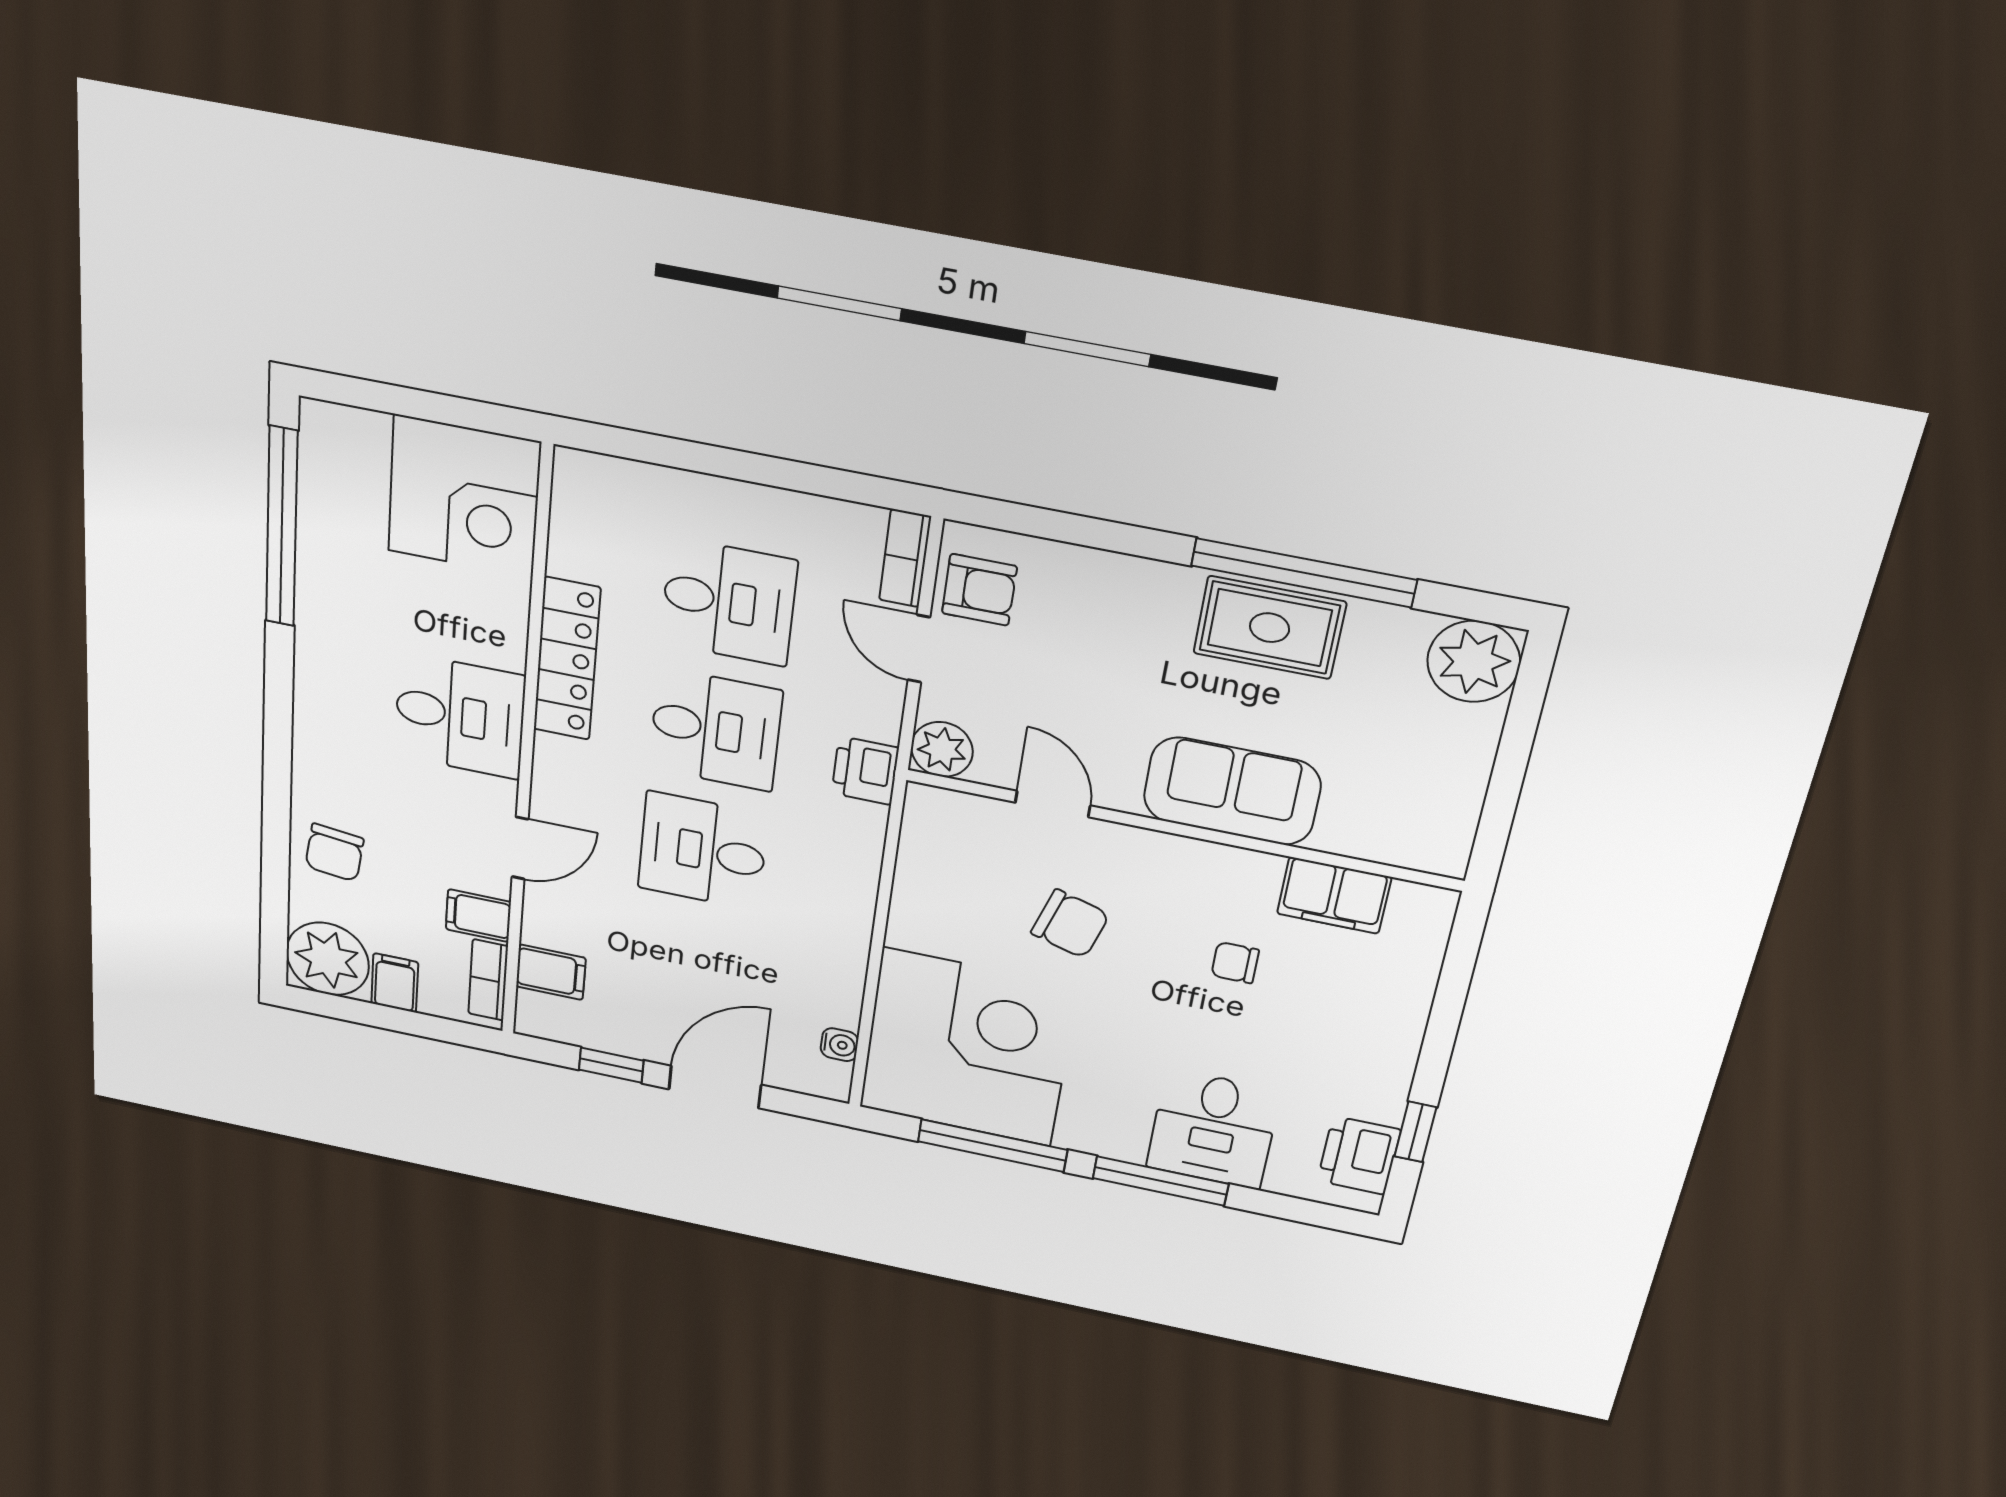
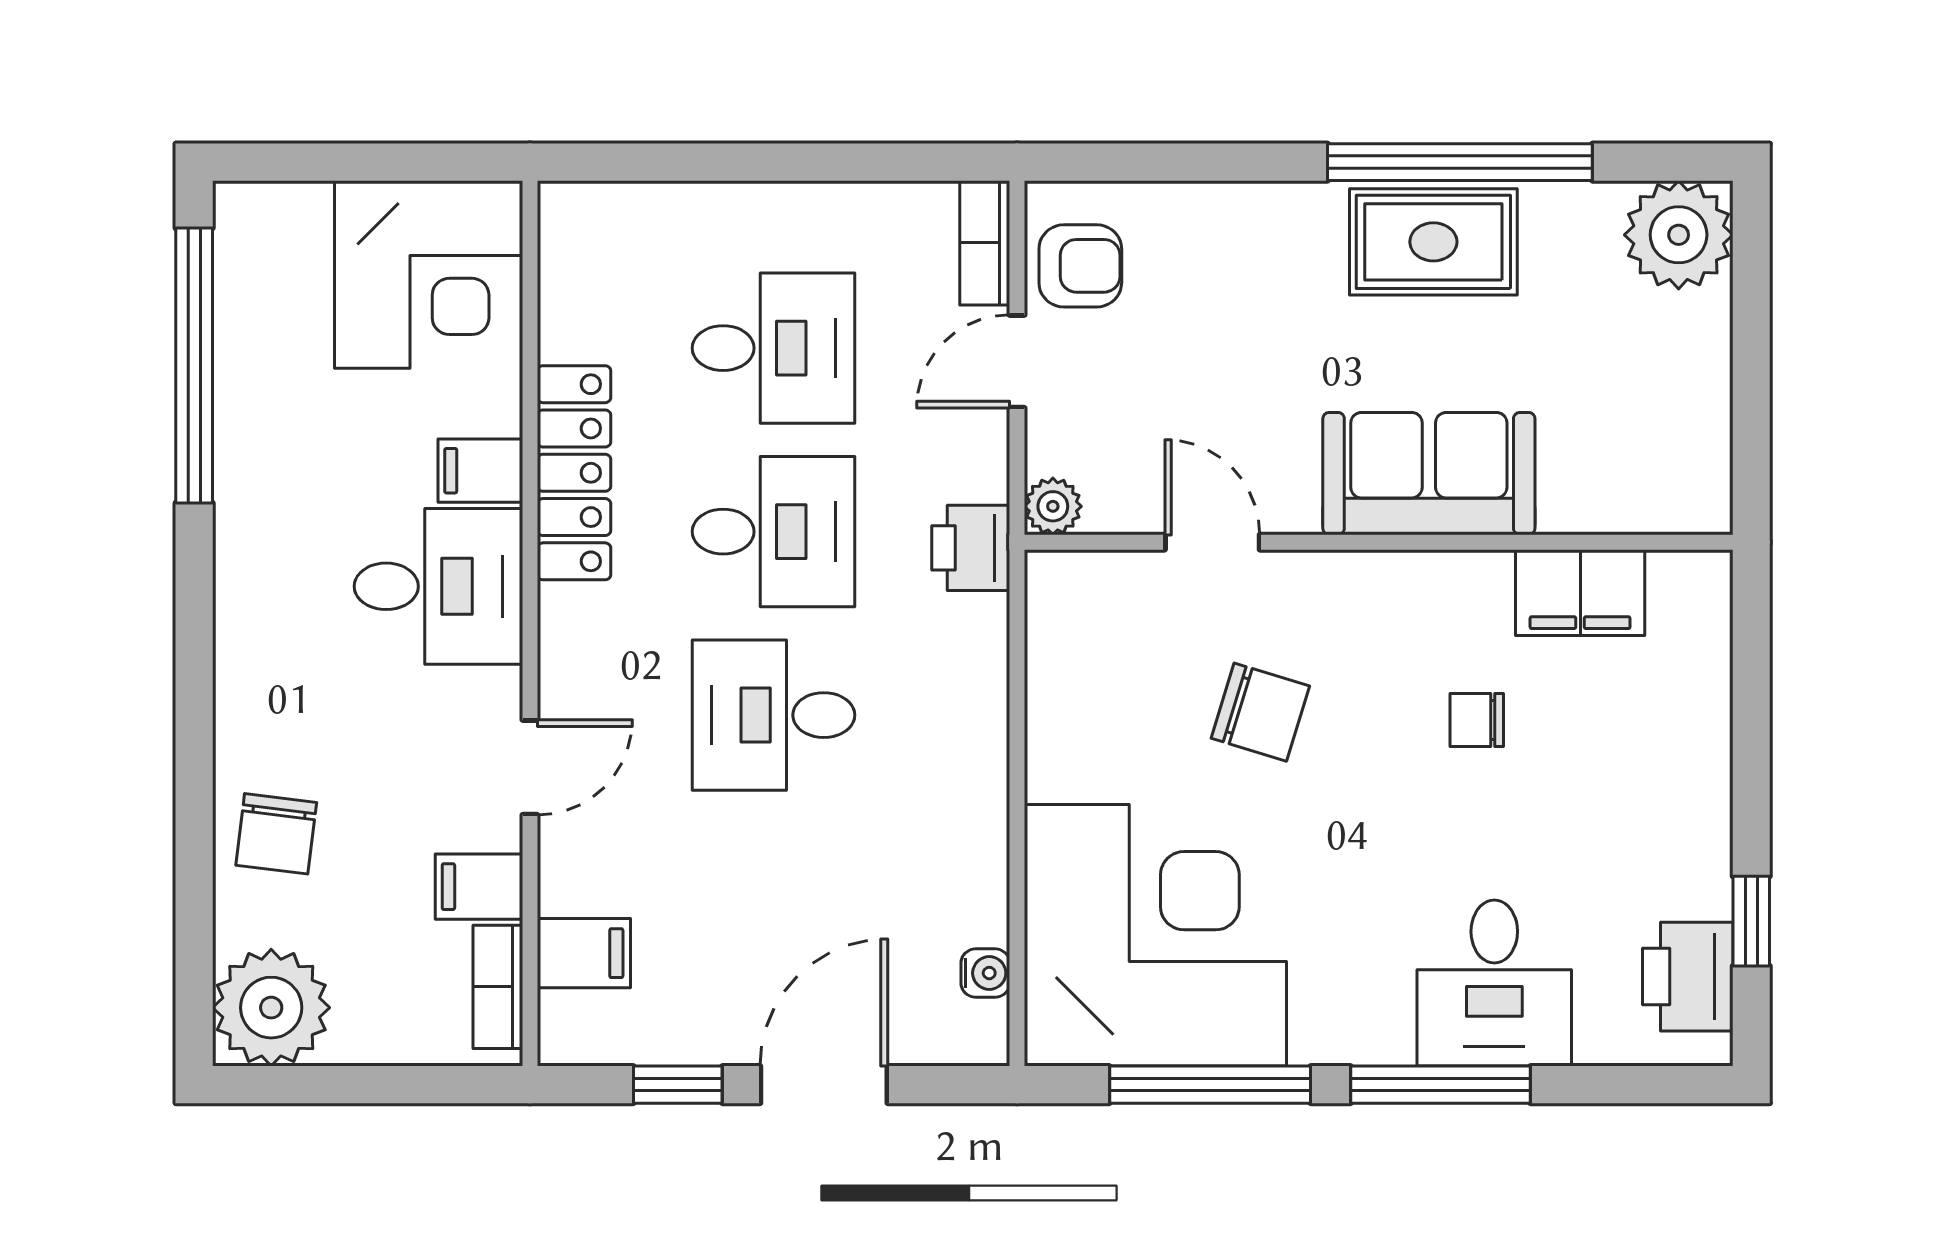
door: (919, 649) -> (1017, 361), hinge flipped
plant: (942, 749) -> (1053, 506), width x0.73, depth x0.73
filing cabinet: (395, 983) -> (480, 471), moved, turned -90

